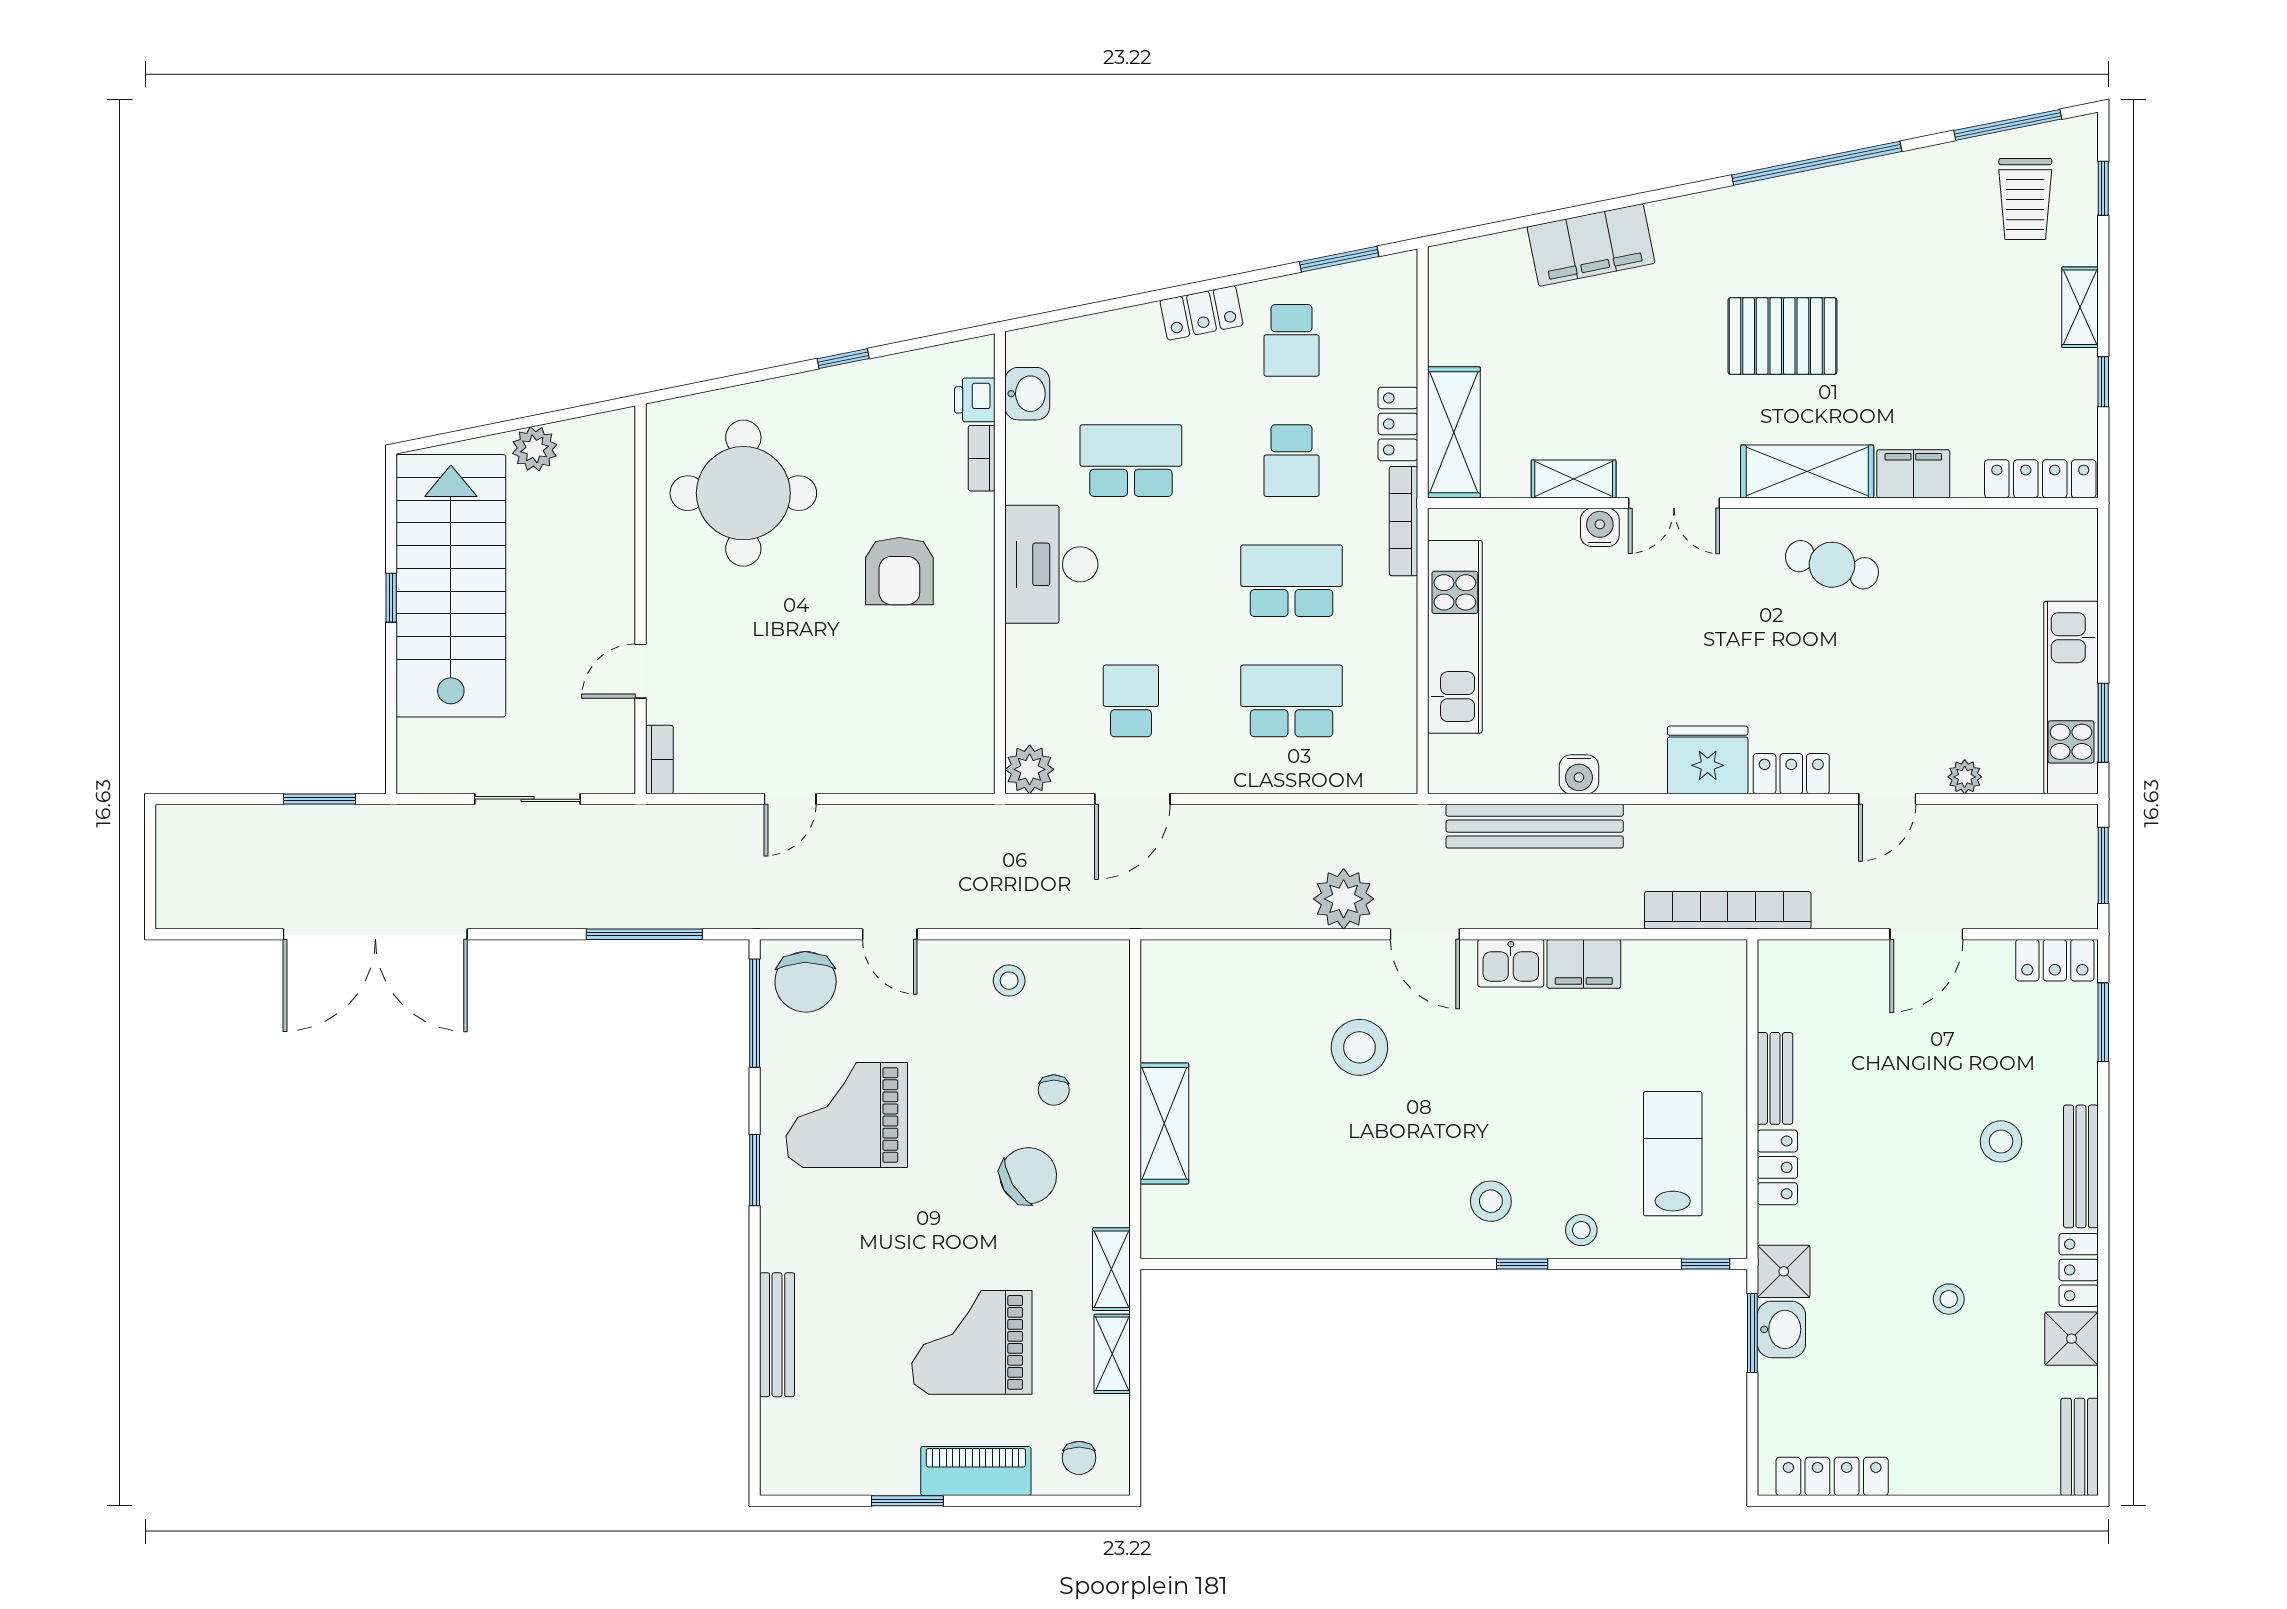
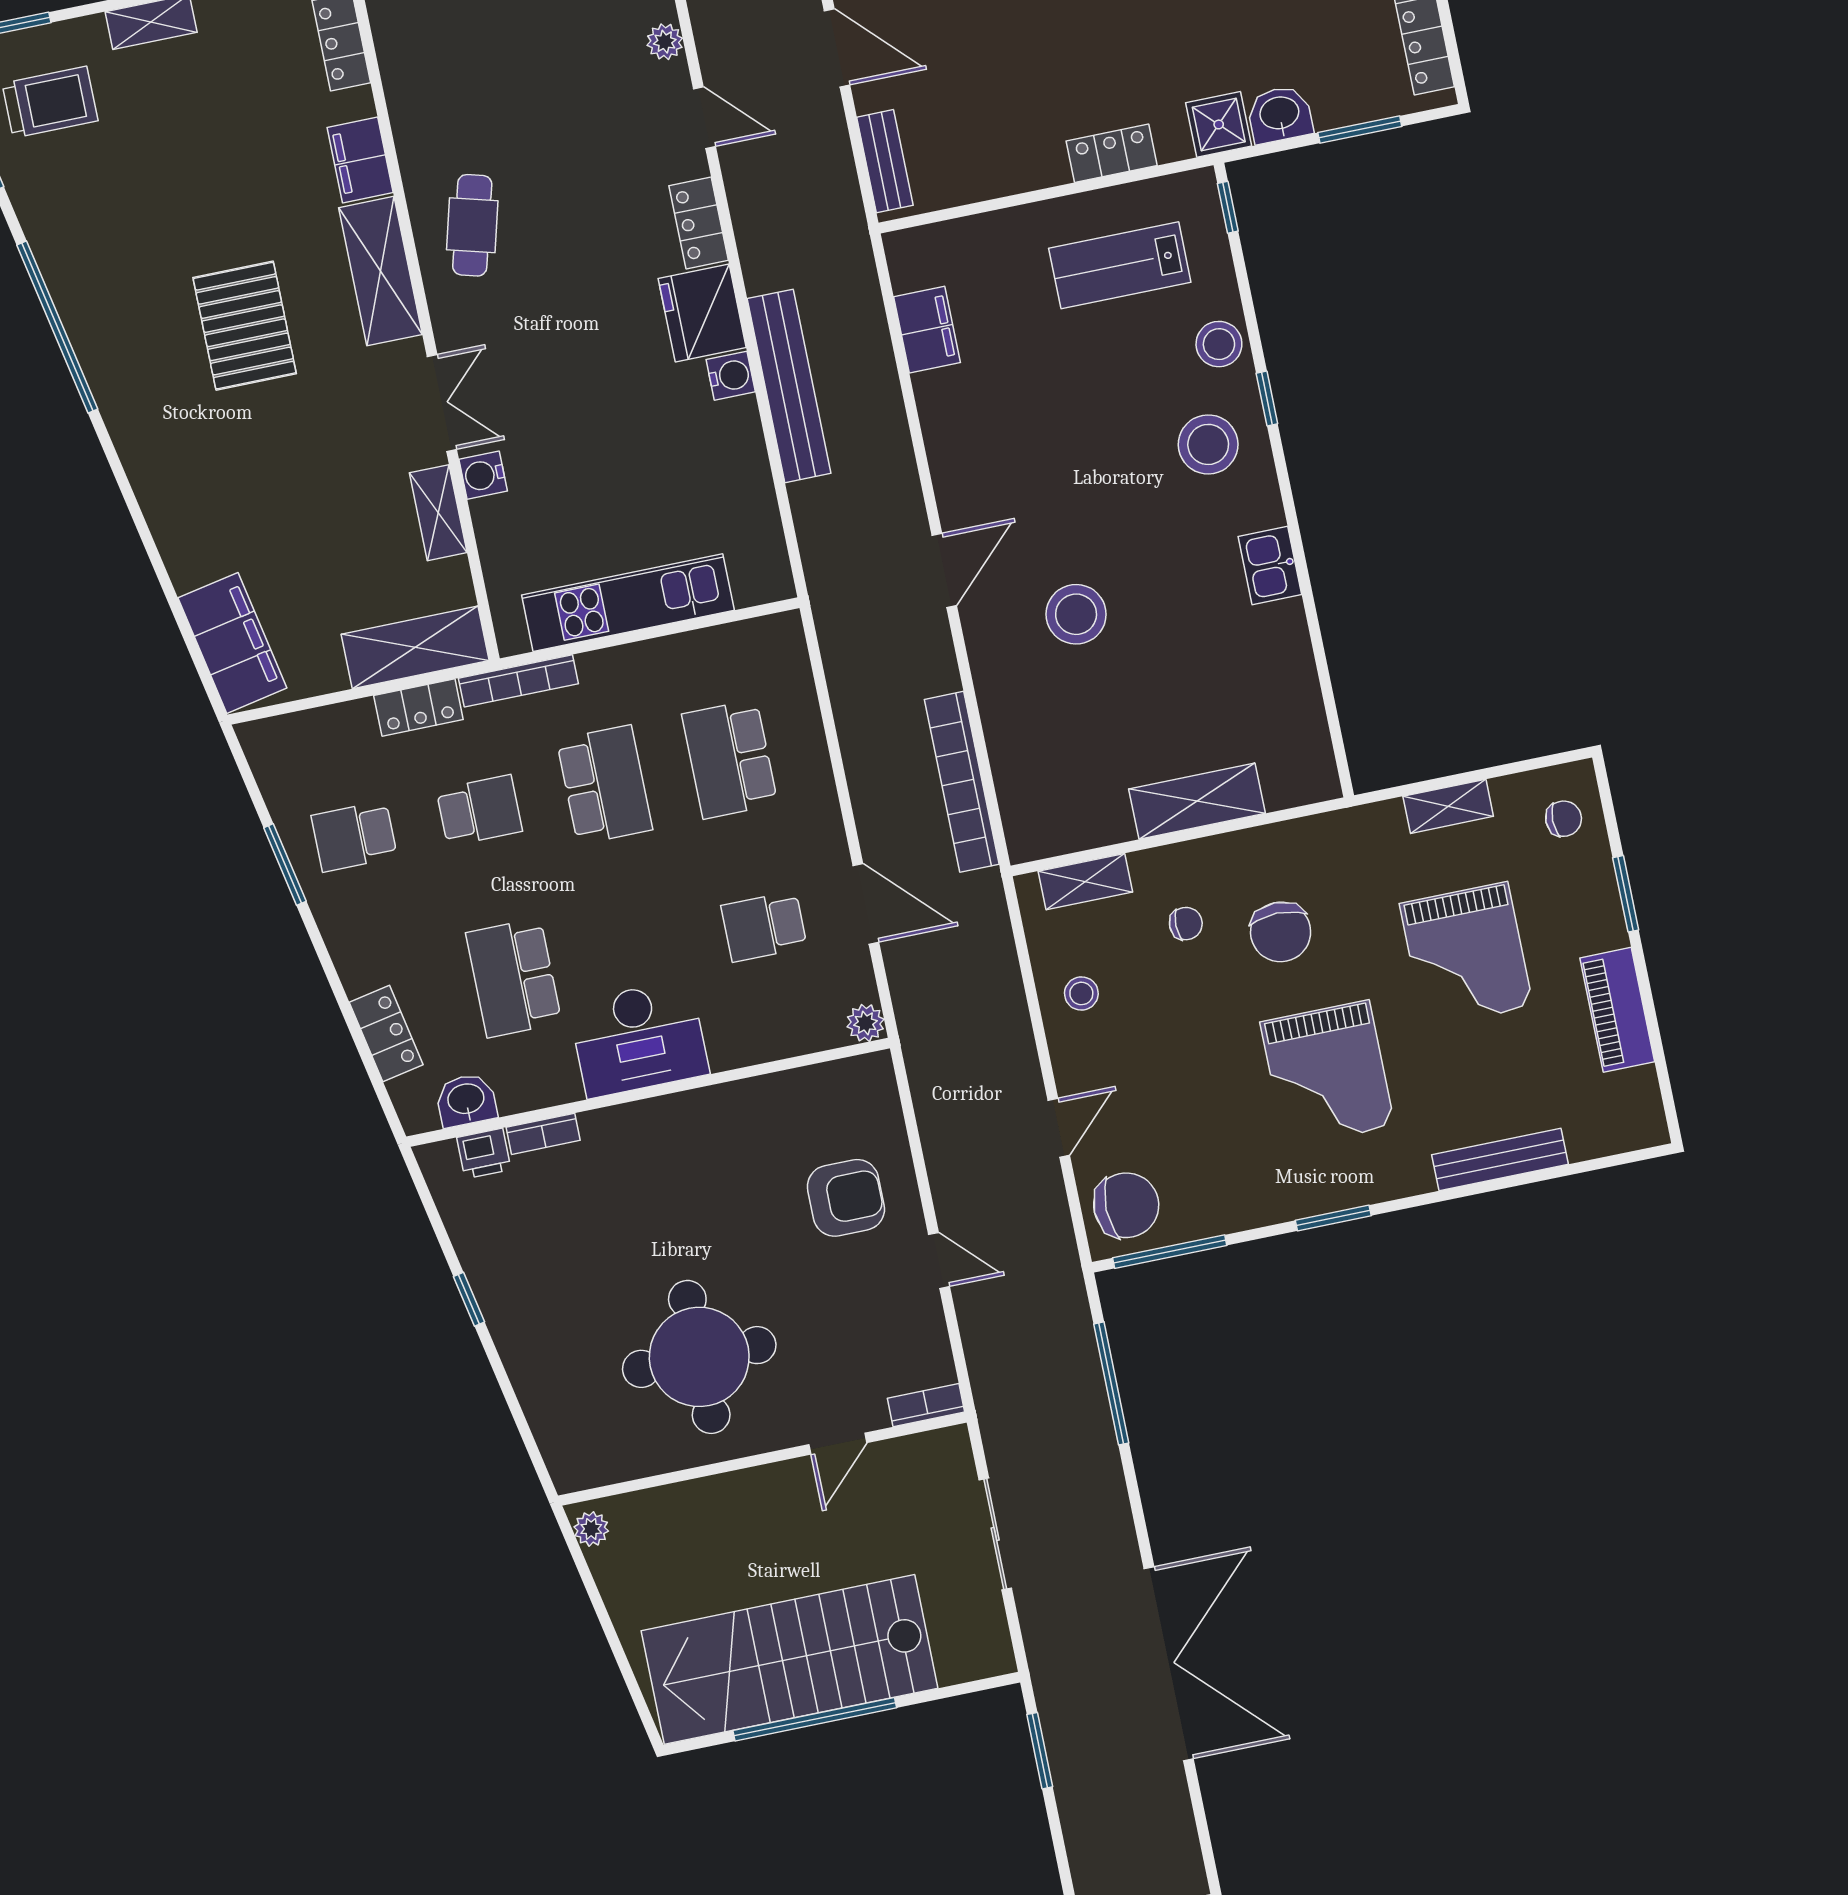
filing cabinet: (1591, 245) -> (232, 643), moved
window: (1339, 259) -> (285, 864), moved
locker: (1202, 313) -> (386, 1033), moved
school desk: (1292, 340) -> (354, 836), turned 180
plant: (535, 449) -> (591, 1529), moved, width x0.73, depth x0.73
round table: (743, 493) -> (699, 1357), moved
armchair: (899, 571) -> (846, 1198), moved
school desk: (1292, 581) -> (605, 785), turned 180
window: (391, 598) -> (815, 1719), width x3.17
door: (641, 671) -> (838, 1444), hinge flipped
plant: (1030, 769) -> (865, 1023), width x0.73, depth x0.73
water cooler: (1579, 774) -> (731, 376), moved
bench: (1535, 826) -> (789, 386), moved
plant: (1344, 899) -> (925, 663), removed
bookcase: (1728, 910) -> (962, 782), moved
kitchen sink: (1511, 963) -> (1270, 566), moved, turned 180
filing cabinet: (1584, 964) -> (927, 330), moved
bench: (1775, 1078) -> (885, 161), moved, turned 90
grand piano: (847, 1115) -> (1327, 1074), moved
chair: (1028, 1176) -> (1281, 932), turned -149
stool: (1491, 1201) -> (1208, 444), width x1.38, depth x1.38
stool: (1581, 1230) -> (1219, 344), width x1.37, depth x1.37
shelving: (1111, 1269) -> (1085, 882), moved
window: (1752, 1333) -> (1360, 130), moved
piano: (976, 1471) -> (1617, 1010), moved
window: (907, 1501) -> (1626, 894), moved

